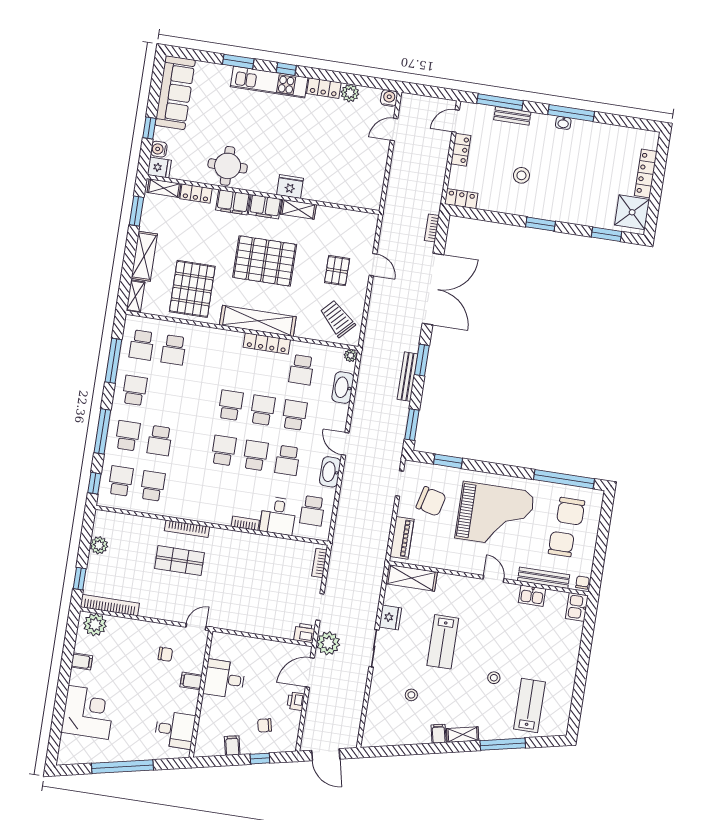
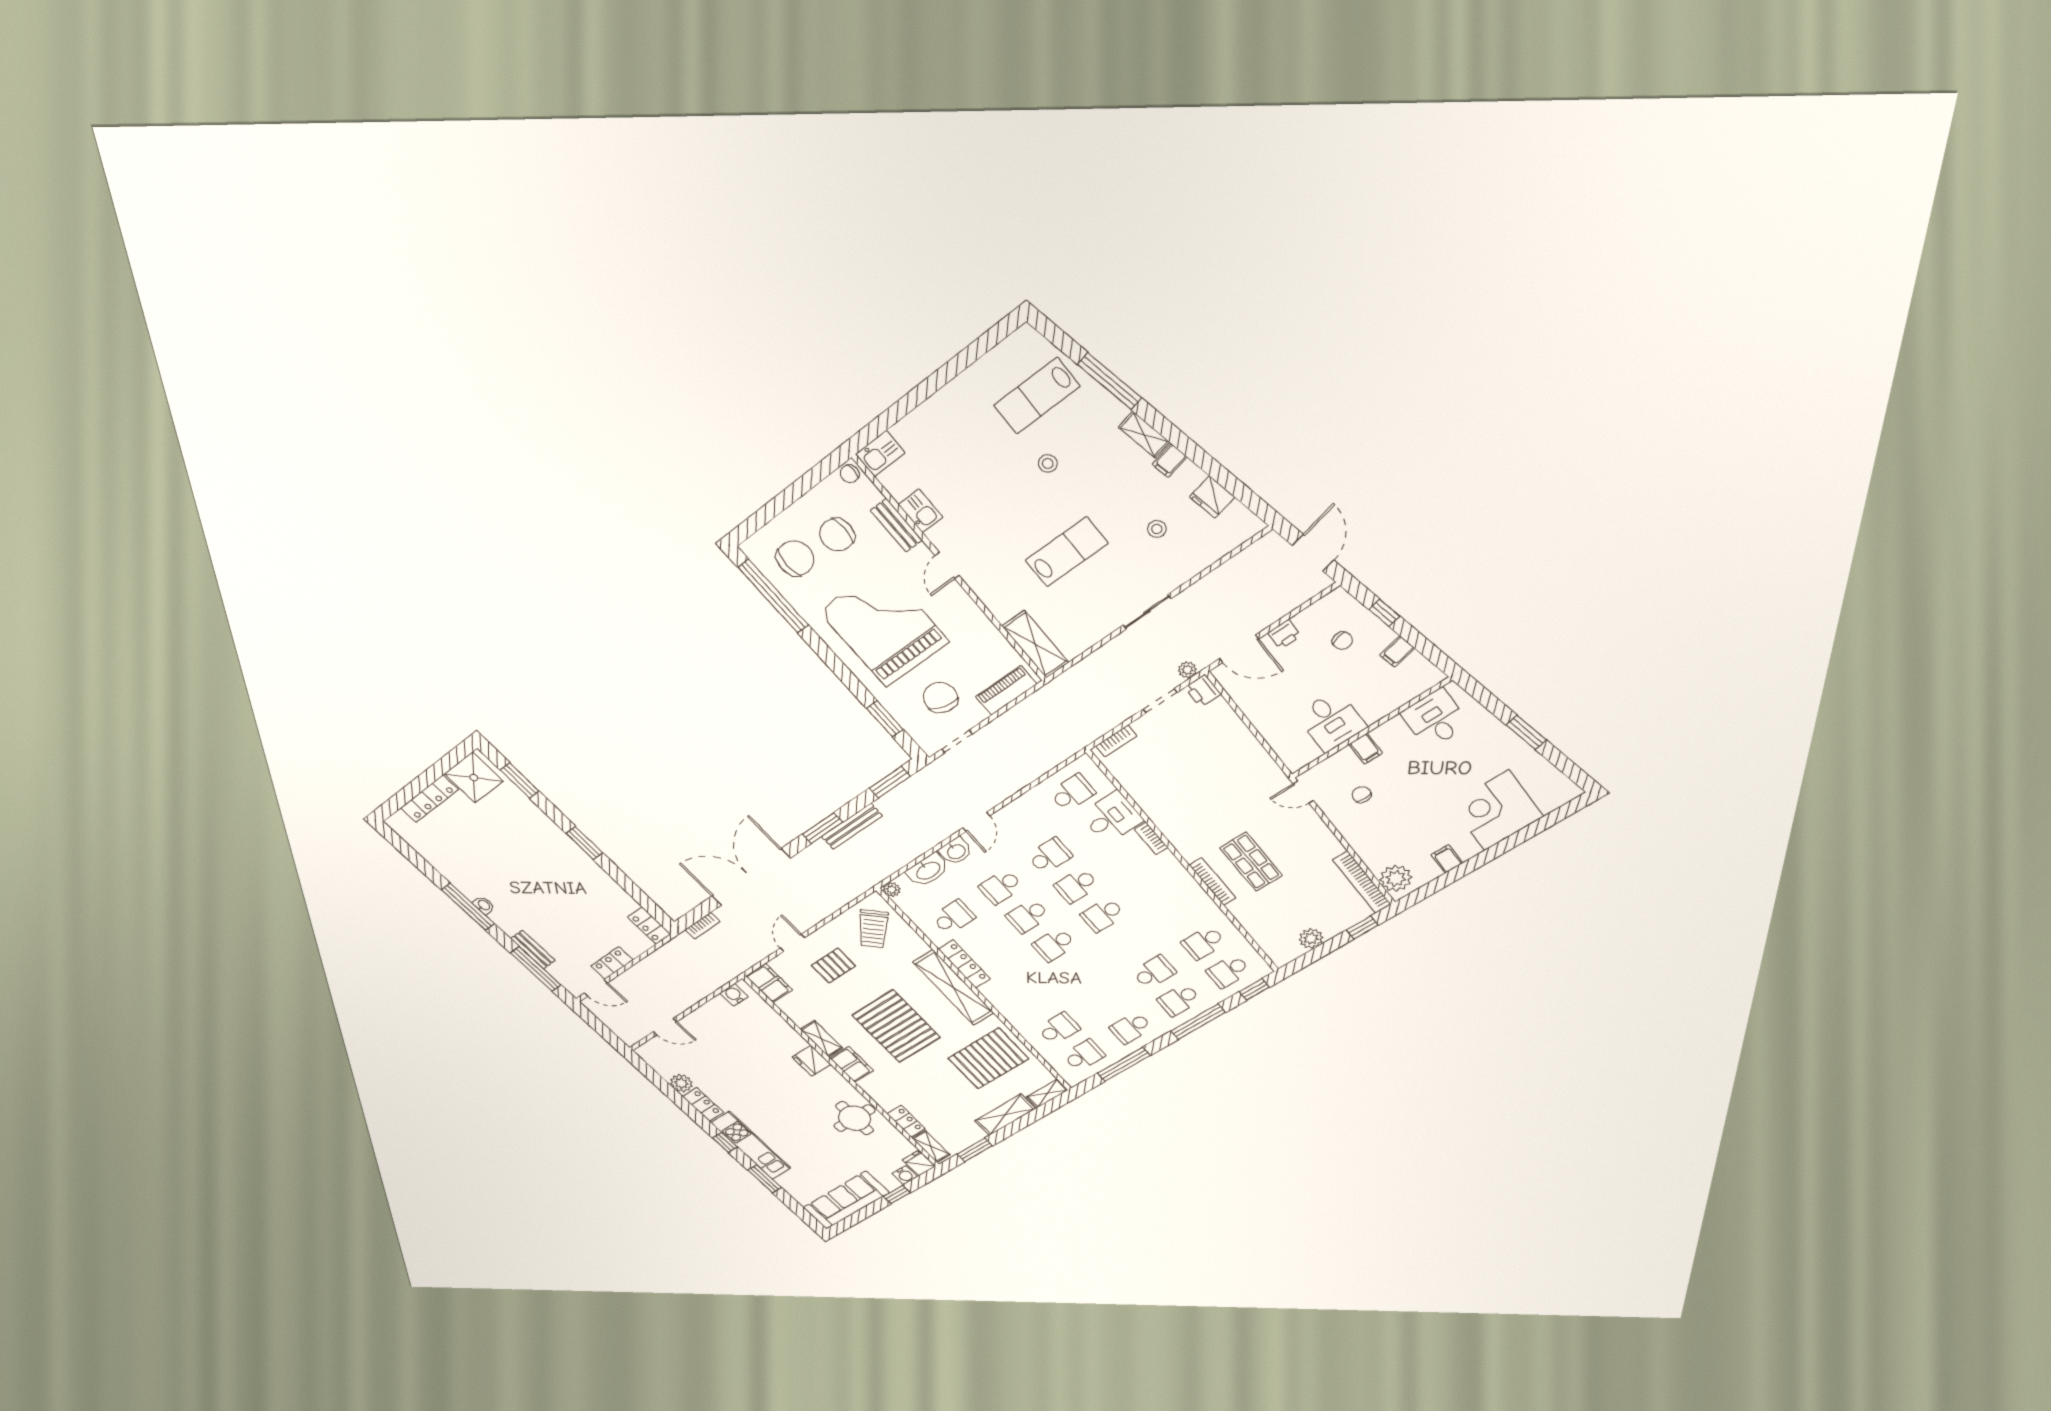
water cooler: (389, 98) -> (734, 995), moved, turned 90
stool: (521, 175) -> (568, 897), removed
filing cabinet: (233, 202) -> (769, 983), moved
washbasin: (330, 472) -> (956, 851), moved, width x0.72
bench: (544, 578) -> (896, 525), width x0.73
fridge: (390, 617) -> (1212, 497), moved, turned -102
plant: (328, 643) -> (1187, 670), width x0.53, depth x0.53
window: (122, 767) -> (1526, 732), width x0.47

